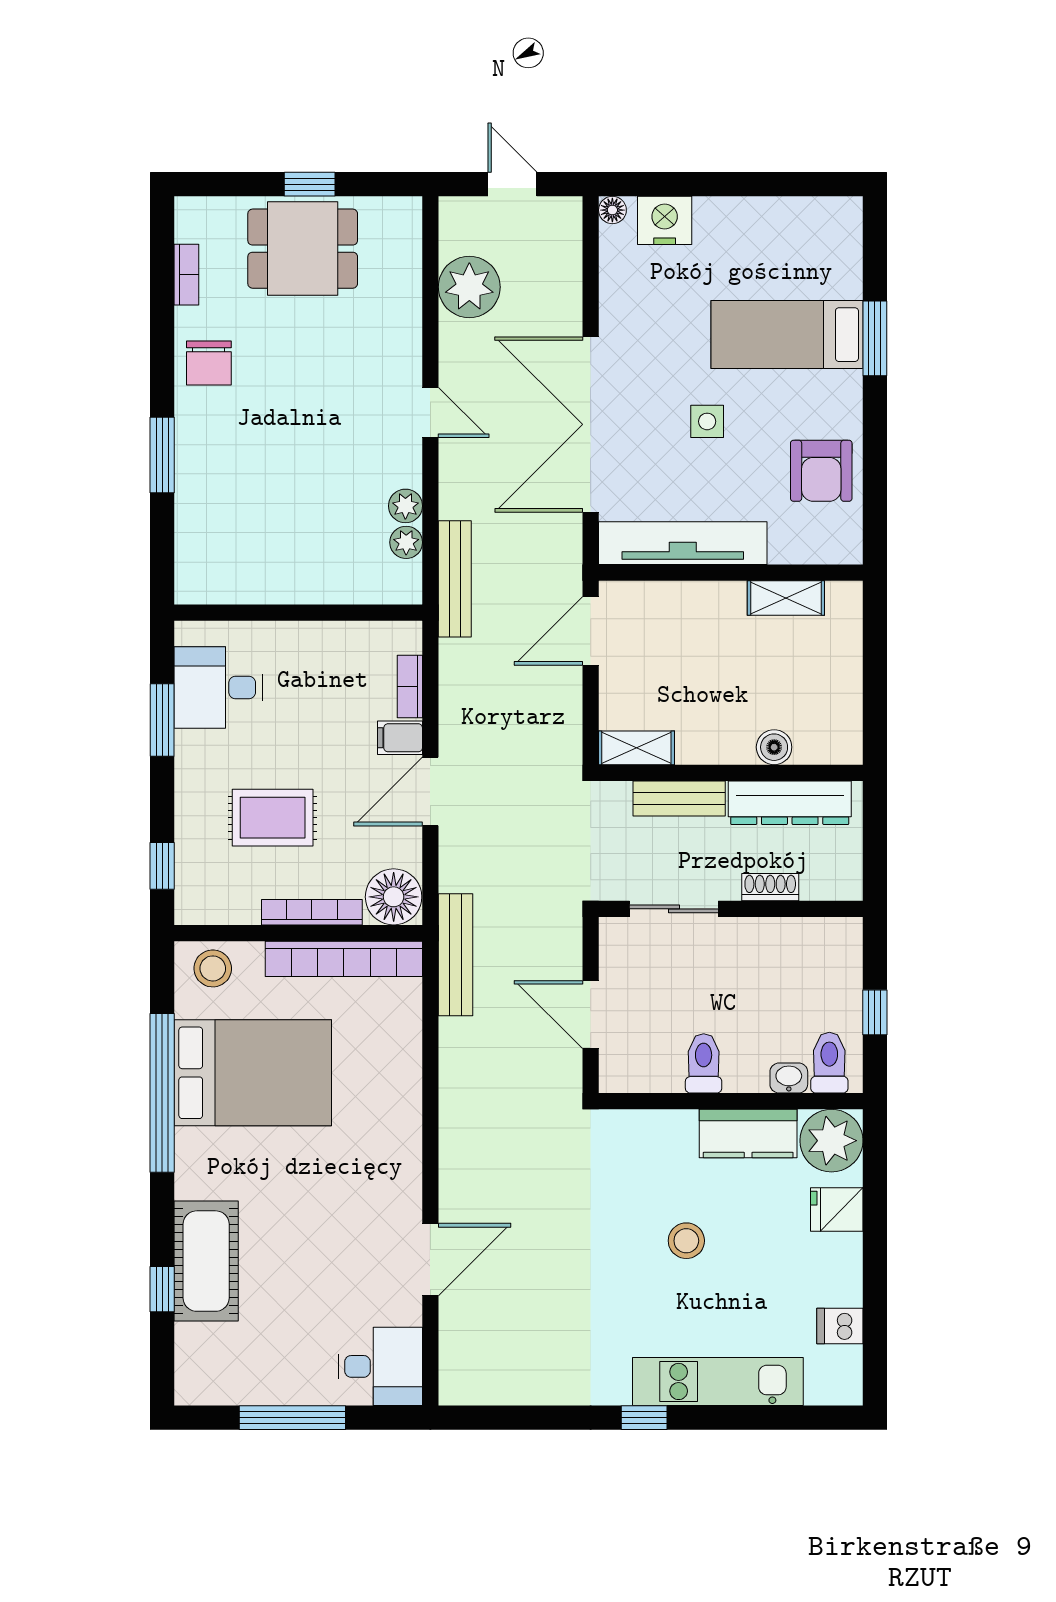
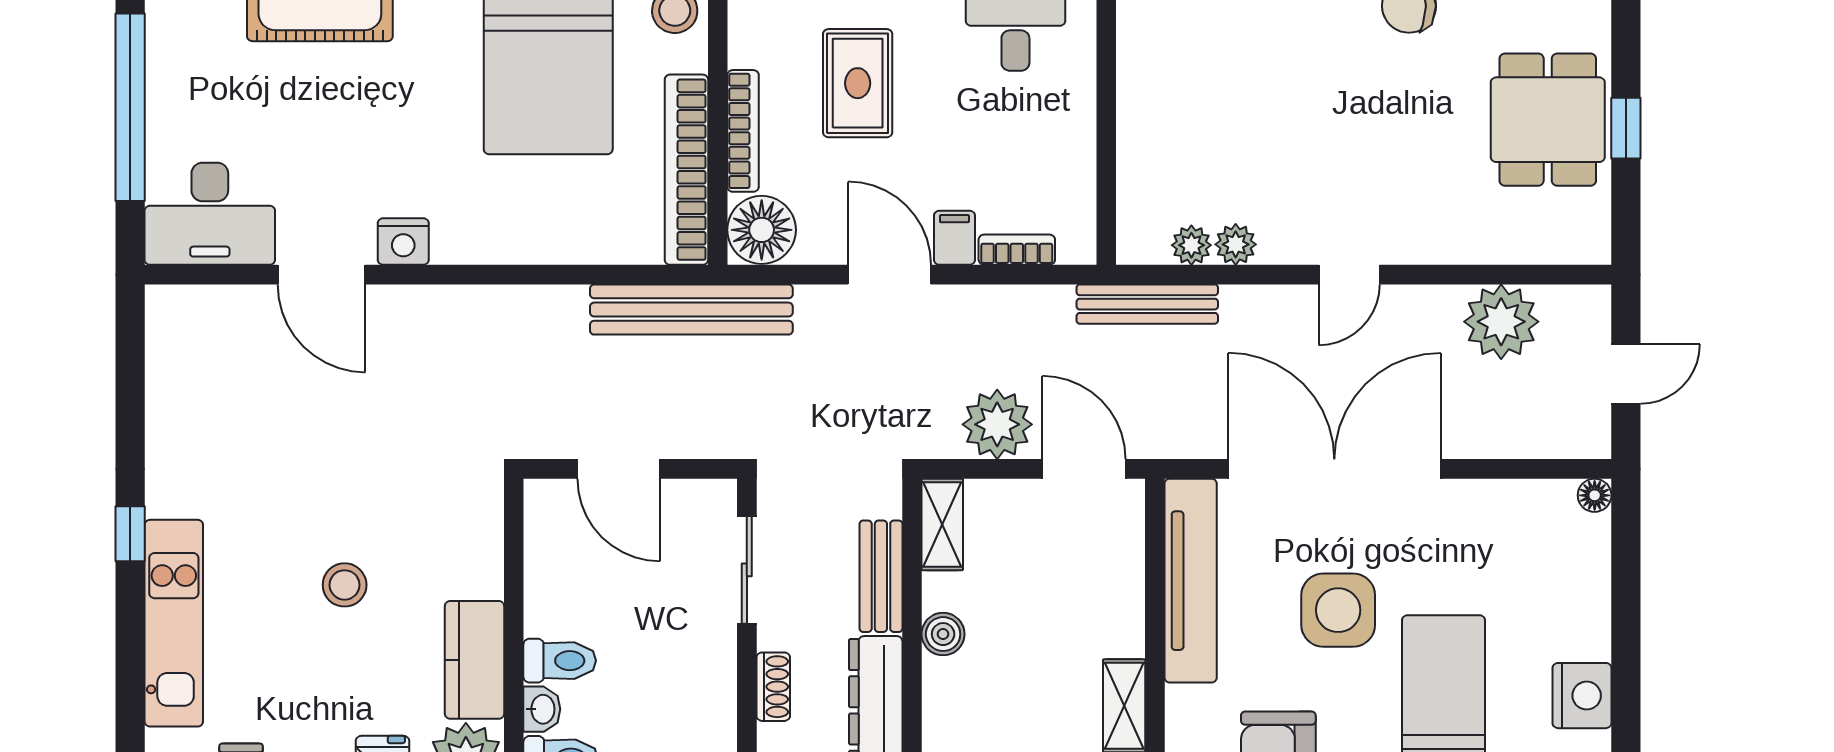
nightstand: (665, 220) -> (1582, 696), moved
side table: (707, 421) -> (1338, 610), width x1.87, depth x1.87
plant: (554, 703) -> (997, 424), added
boiler: (774, 747) -> (943, 634), moved
bench: (456, 955) -> (691, 310), width x1.37, depth x1.21
door: (591, 1015) -> (619, 469), swing flipped
toilet: (704, 1063) -> (560, 661), moved
nightstand: (403, 1192) -> (403, 242), added
desk: (380, 1366) -> (210, 214), width x1.37
window: (292, 1418) -> (130, 107), width x1.46

